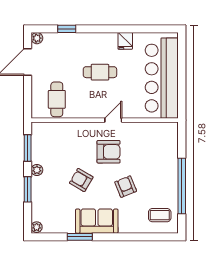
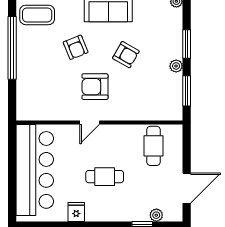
plant: (37, 38) -> (156, 215), moved
coffee table: (160, 215) -> (37, 15), width x1.36, depth x1.30

